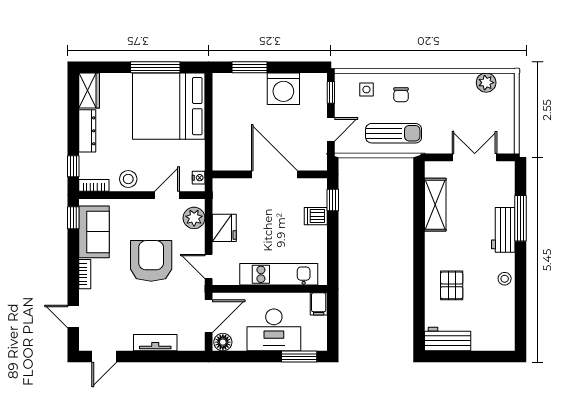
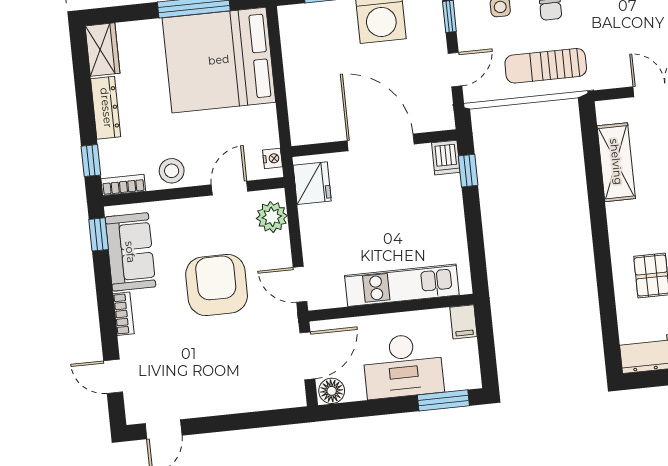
sun lounger: (394, 133) -> (546, 66), turned 180
dishwasher: (316, 216) -> (446, 158), moved, turned -90
fridge: (224, 228) -> (312, 183), moved
tv unit: (155, 343) -> (235, 402), removed

